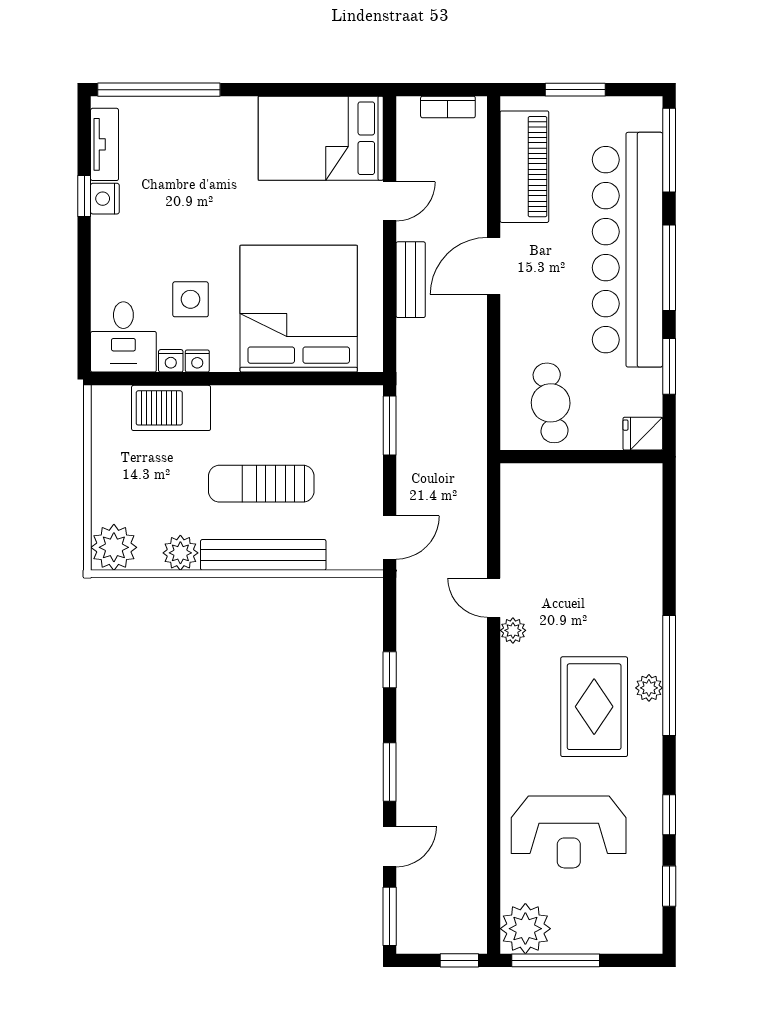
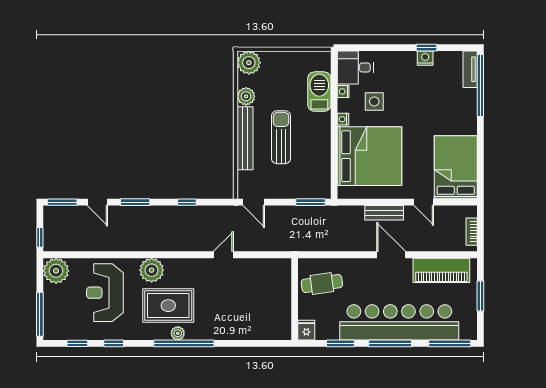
tv unit: (105, 144) -> (470, 69), moved, turned 90
nightstand: (197, 361) -> (343, 119), moved
plant: (513, 630) -> (152, 270), moved, width x1.87, depth x1.87
window: (556, 960) -> (40, 314), moved

